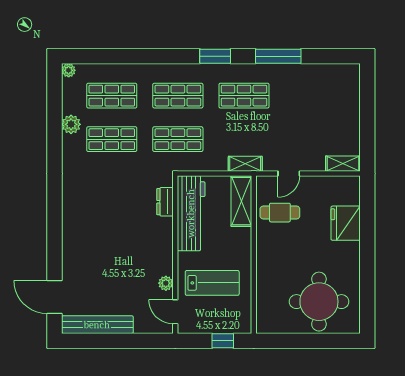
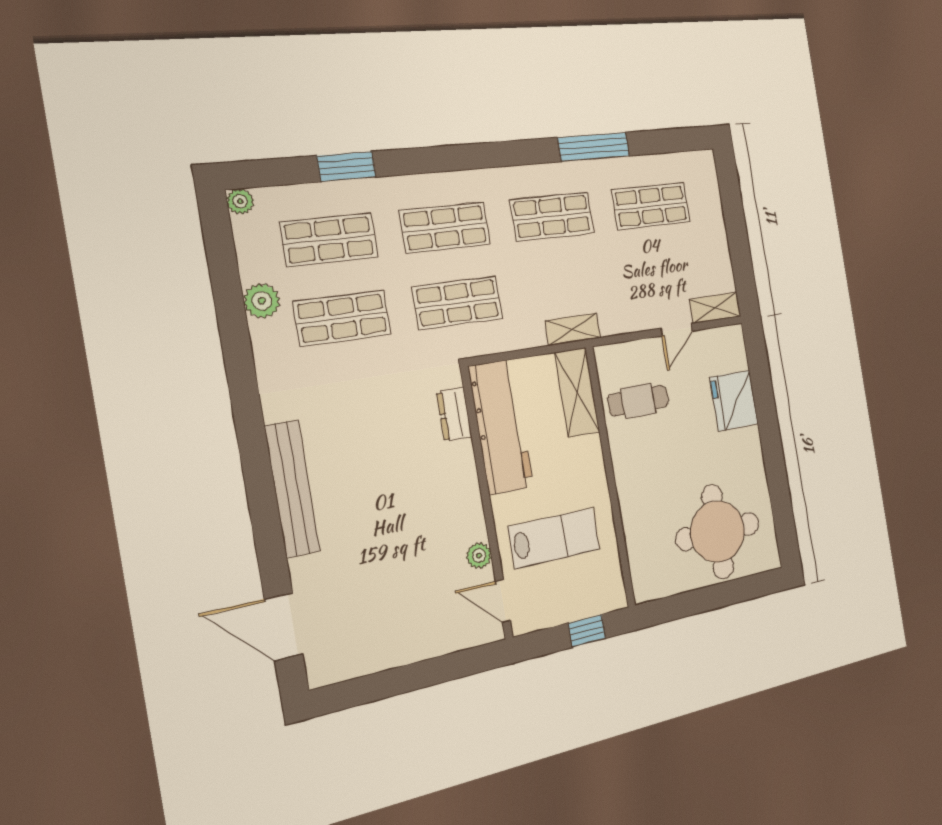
window: (215, 56) -> (347, 166), moved
shop shelf: (310, 96) -> (651, 206), added
door: (289, 174) -> (677, 330), moved
bench: (97, 325) -> (292, 489), moved, turned 90

